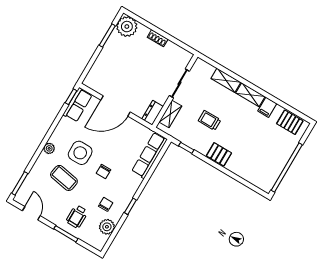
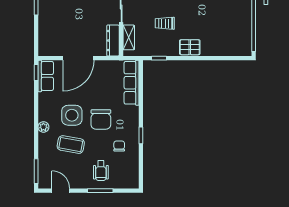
dresser: (153, 113) -> (113, 41), width x1.44
chair: (103, 172) -> (101, 119), width x1.87, depth x1.87
plant: (107, 227) -> (131, 164), removed

